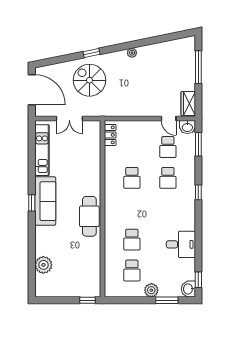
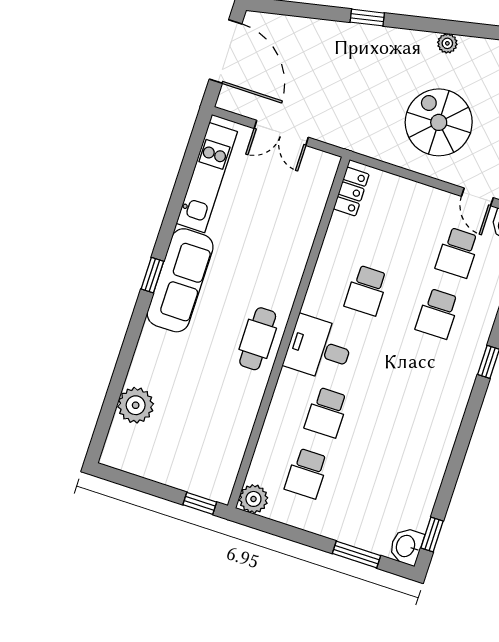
spiral stairs: (89, 80) -> (439, 122), moved
cafe table: (89, 216) -> (258, 339), width x0.73, depth x0.74
desk: (181, 244) -> (319, 348), moved, turned 180
plant: (151, 290) -> (253, 499), moved

